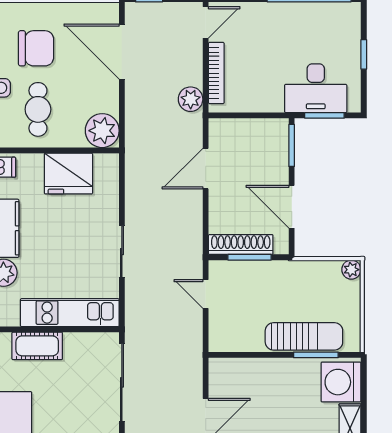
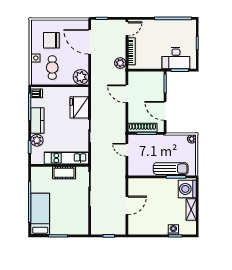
chair: (36, 48) -> (51, 40), turned 180
door: (206, 169) -> (127, 94), hinge flipped
fridge: (68, 174) -> (79, 107), moved, turned 90
cot: (37, 346) -> (64, 173), moved

